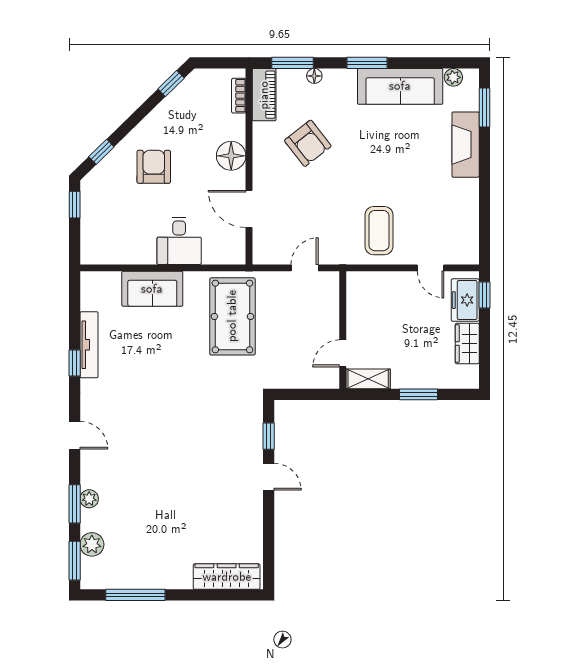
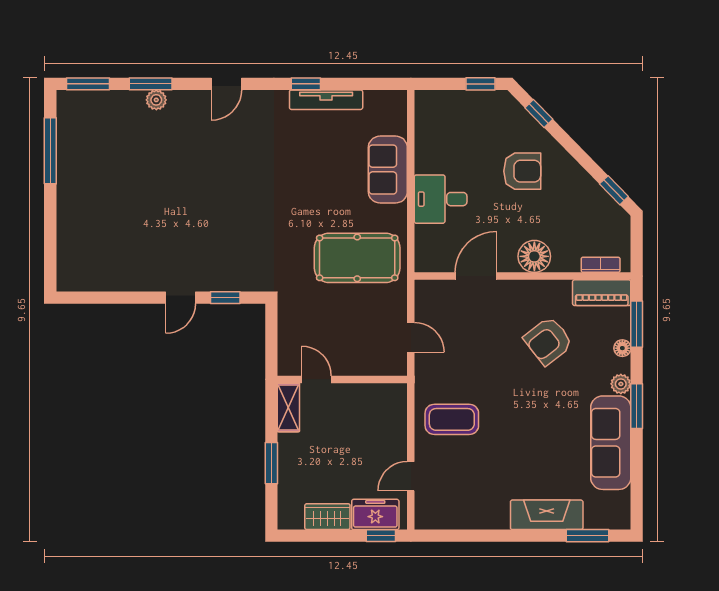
plant: (453, 77) -> (621, 384), moved
plant: (92, 544) -> (106, 103), removed
wardrobe: (227, 577) -> (70, 251), removed

